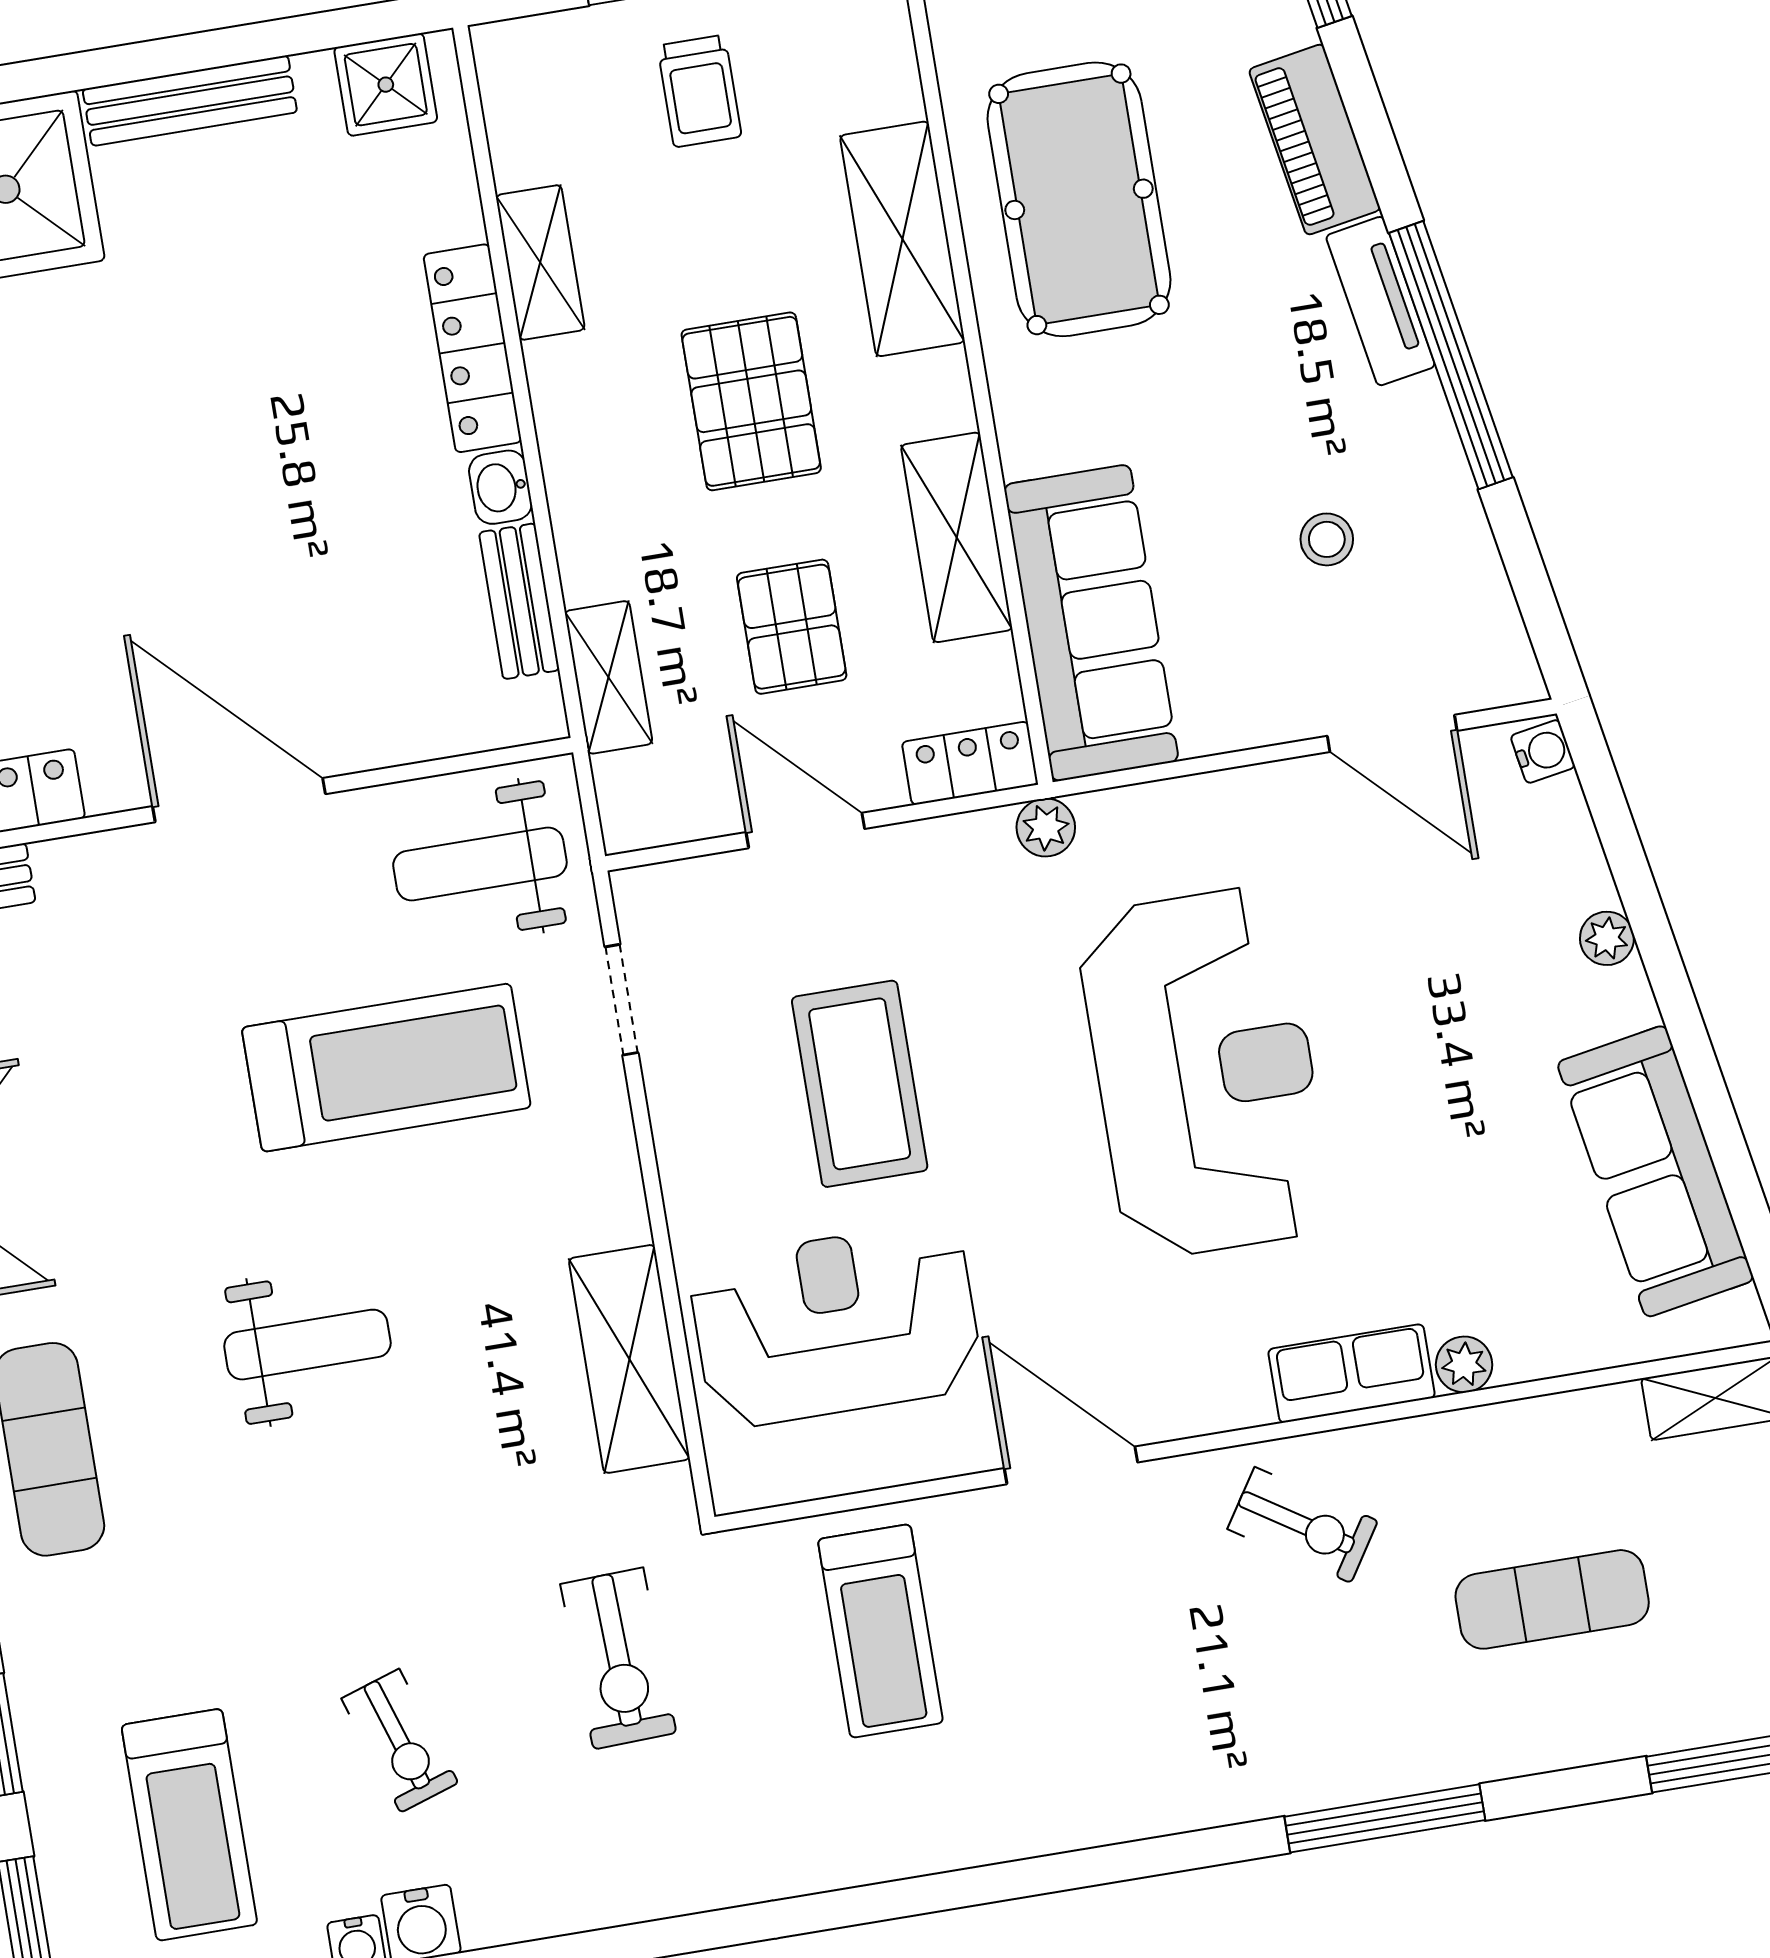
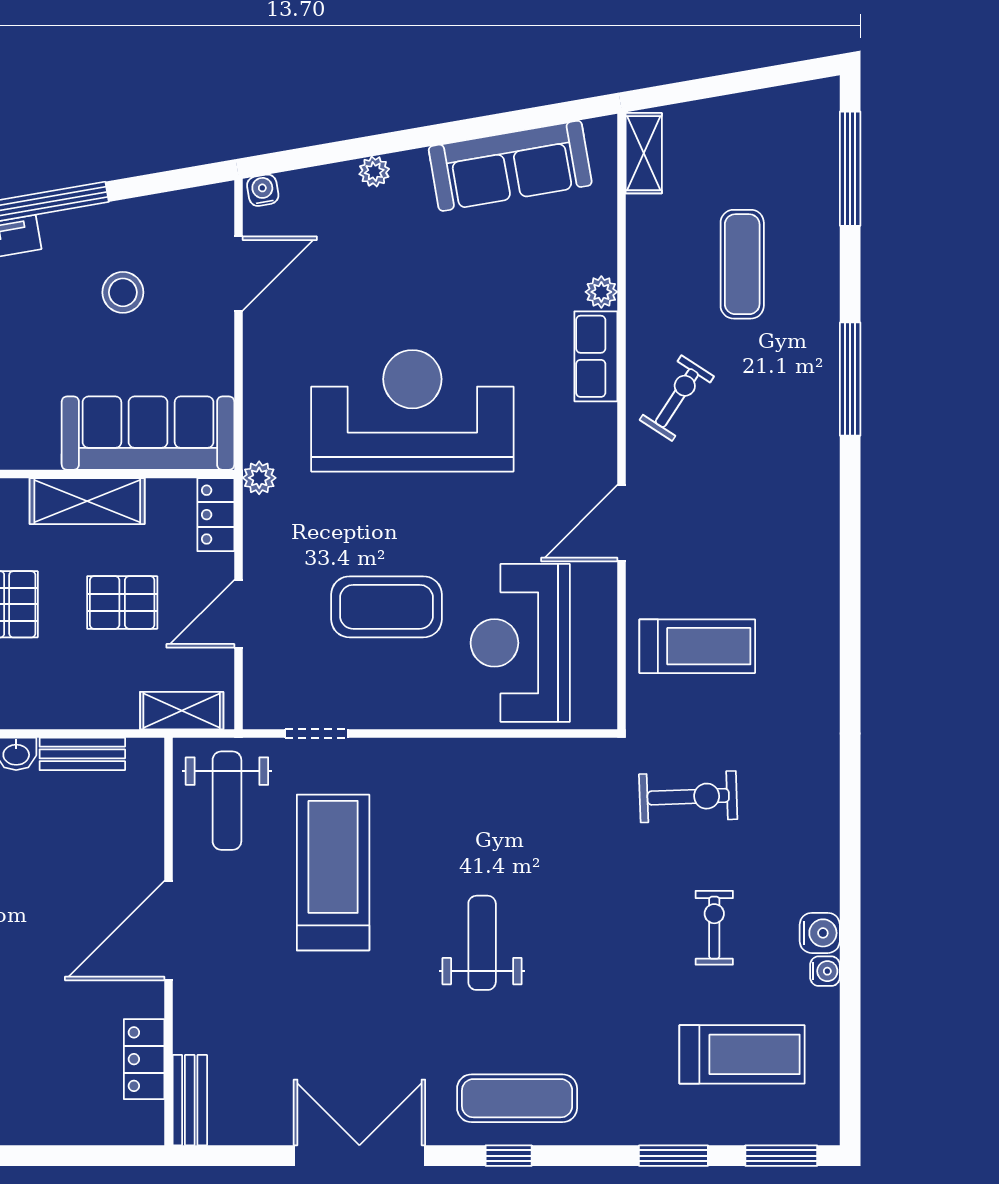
stool: (1327, 539) -> (123, 292), width x1.37, depth x1.37
shelving: (609, 677) -> (182, 711), moved
shelving: (629, 1359) -> (520, 763), removed
exercise bike: (400, 1741) -> (714, 928), turned -72

